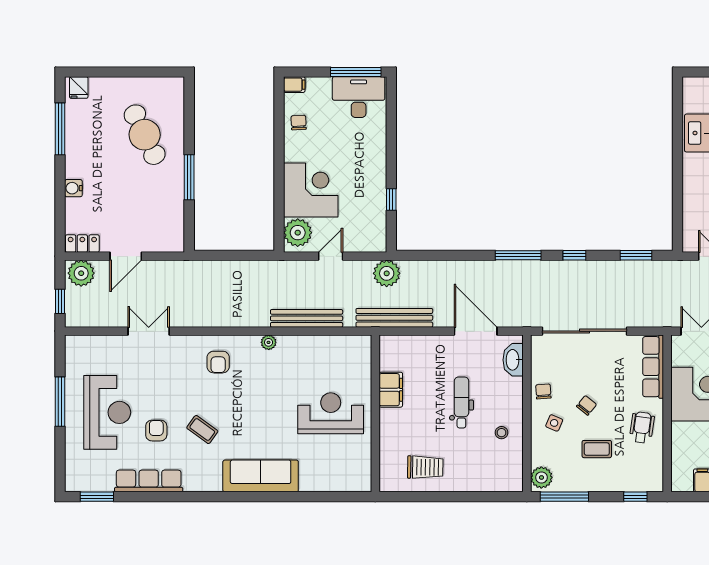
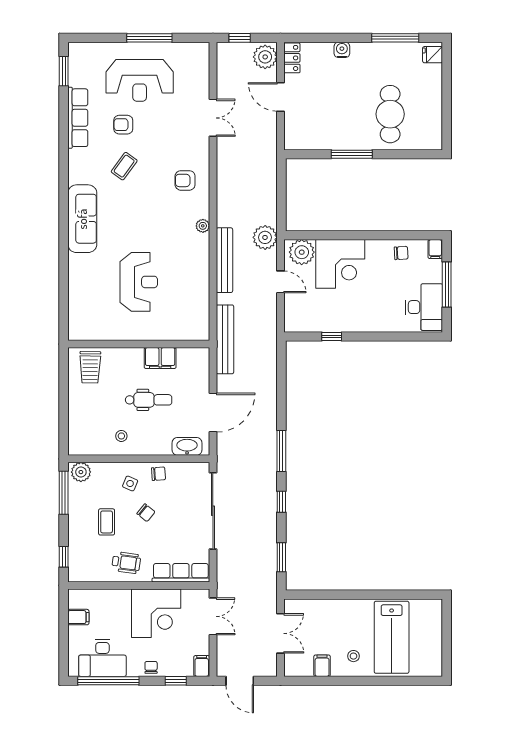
window: (356, 72) -> (447, 285), moved
cafe table: (145, 135) -> (390, 114), turned -64
plant: (387, 273) -> (265, 237), moved
filing cabinet: (391, 390) -> (160, 358), moved
wall: (375, 413) -> (139, 344), moved
armchair: (156, 431) -> (123, 125), turned 180

